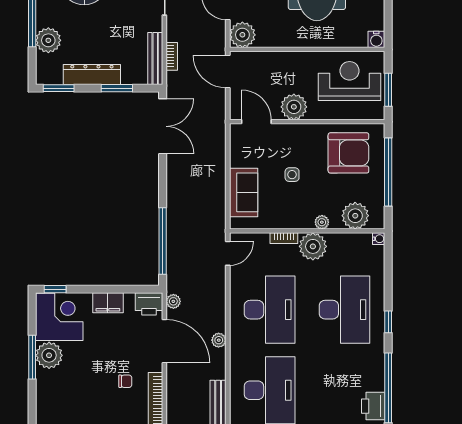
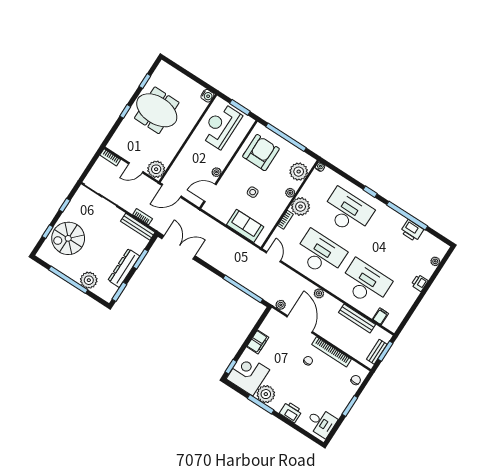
plant: (294, 107) -> (216, 172), width x0.53, depth x0.53
printer: (149, 304) -> (291, 412), moved, turned -90
door: (164, 341) -> (300, 324), hinge flipped

